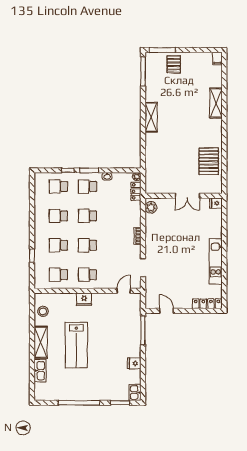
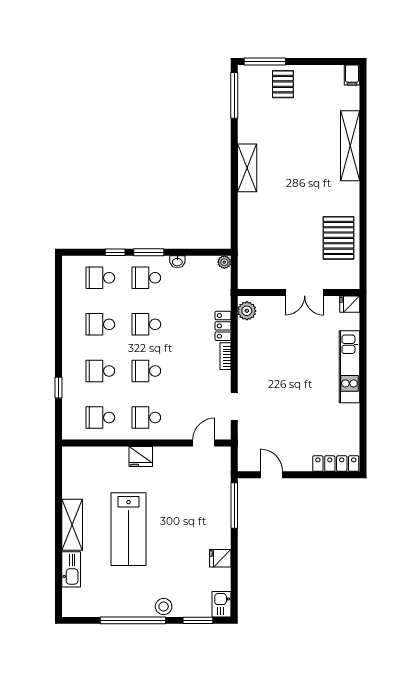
shelving: (216, 103) -> (350, 146), width x1.47
locker: (136, 191) -> (223, 326), moved
kitchen unit: (216, 261) -> (349, 367), moved
stool: (43, 311) -> (164, 606), moved

